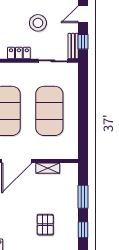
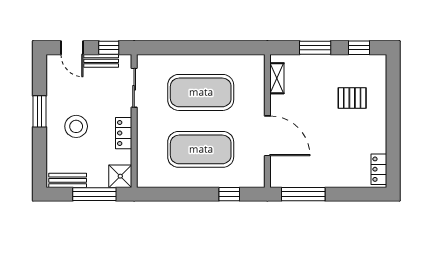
stool: (38, 23) -> (76, 126), moved
bench: (73, 46) -> (101, 61), moved
shelving: (48, 168) -> (277, 78), moved

